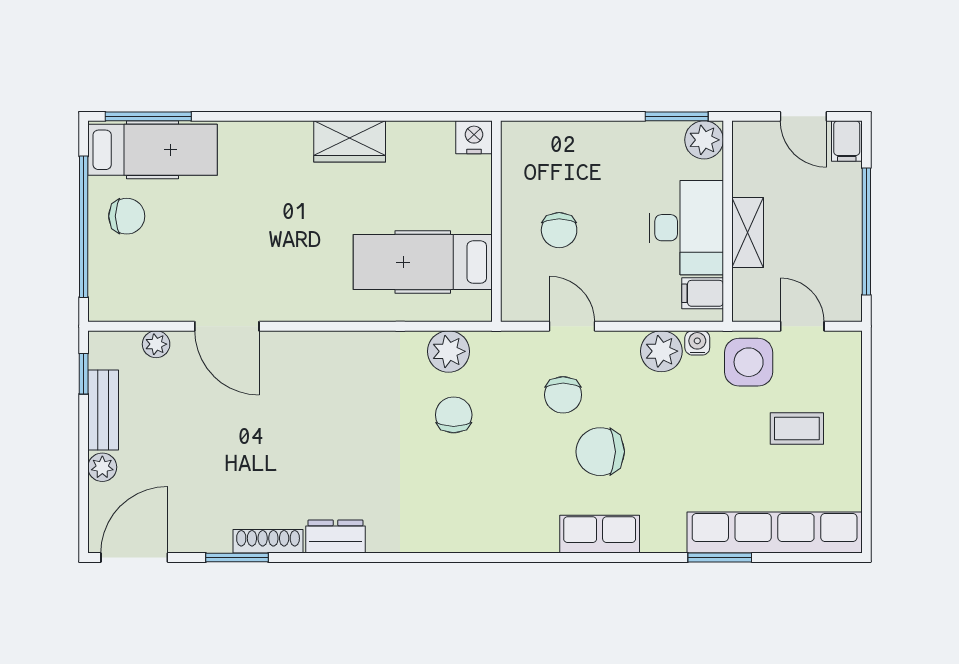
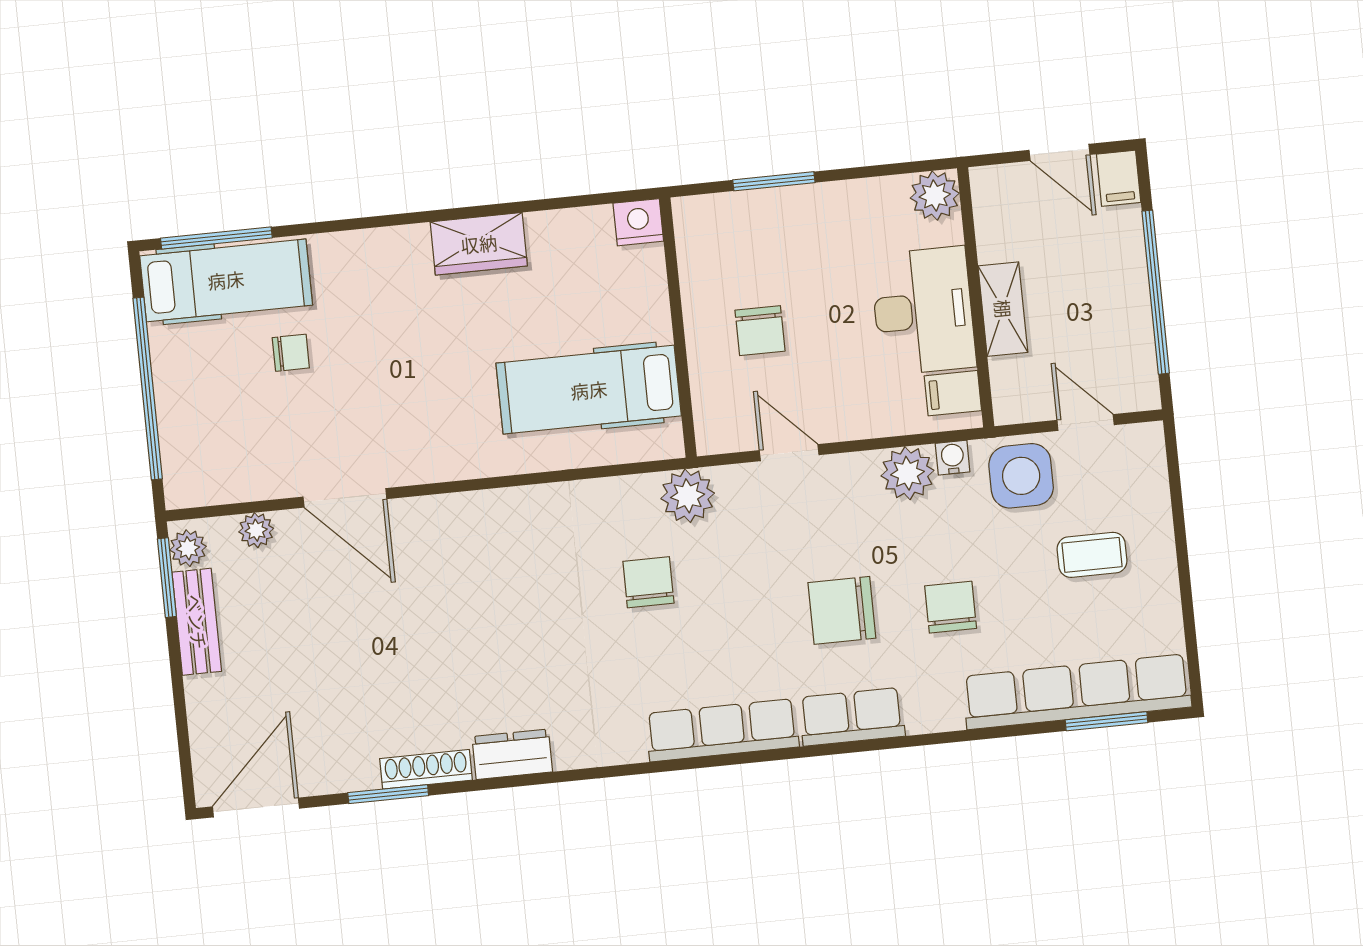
window: (677, 116) -> (774, 181), moved
chair: (127, 216) -> (291, 353), moved, width x0.73, depth x0.73
plant: (449, 351) -> (688, 496), moved
window: (84, 374) -> (167, 578), width x1.50
chair: (563, 395) -> (951, 607), moved, turned 180
plant: (102, 467) -> (188, 548), moved
row of seats: (499, 534) -> (722, 730), added
window: (720, 557) -> (1107, 721), moved

